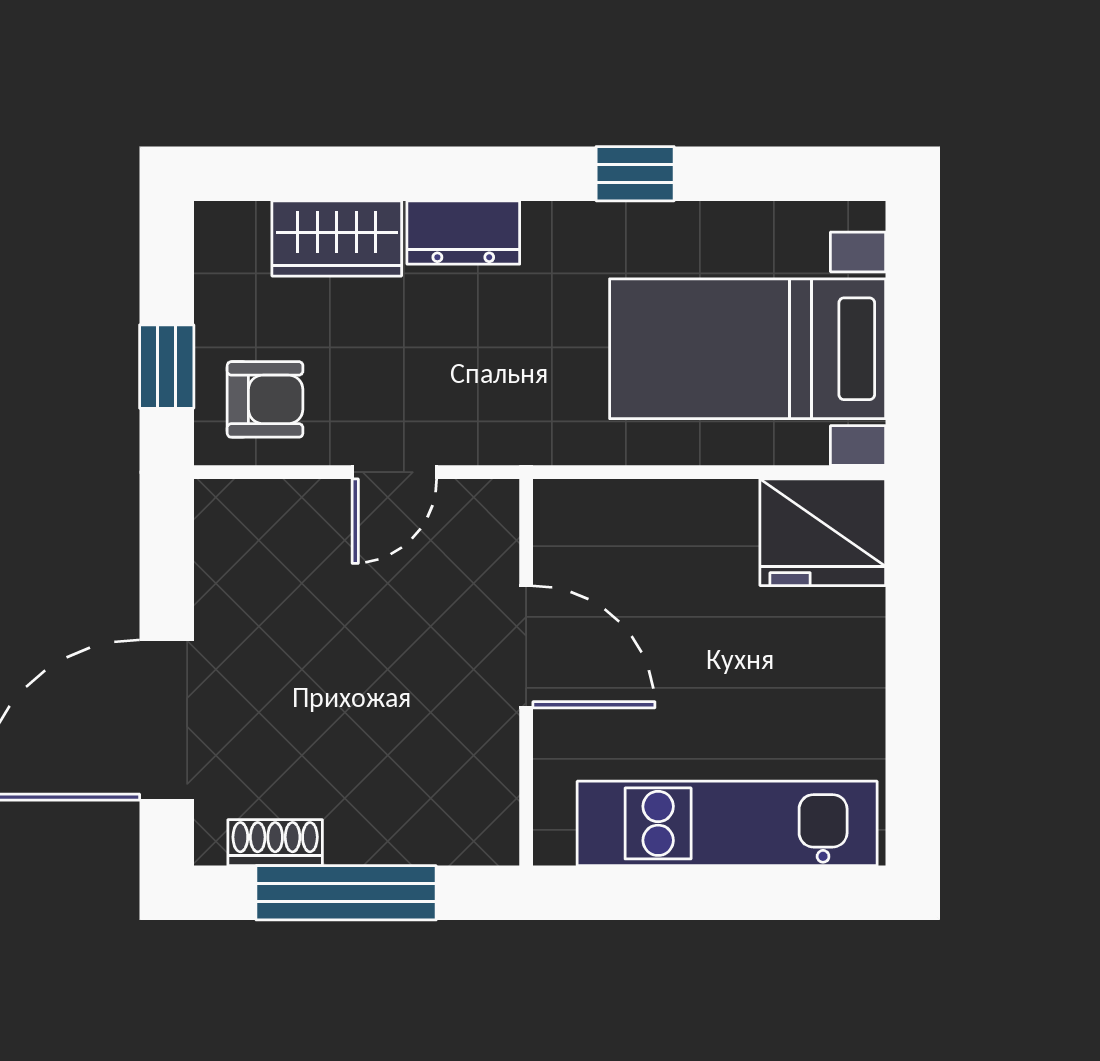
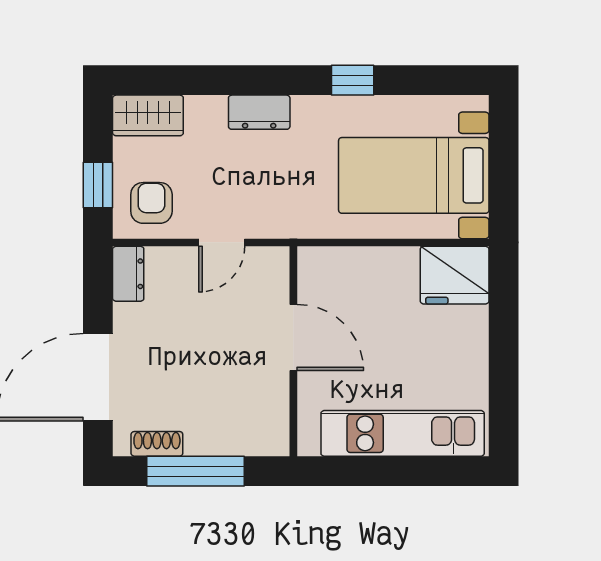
wardrobe: (337, 238) -> (148, 115), moved
armchair: (265, 399) -> (151, 203), turned -90
dresser: (222, 530) -> (128, 274), added

